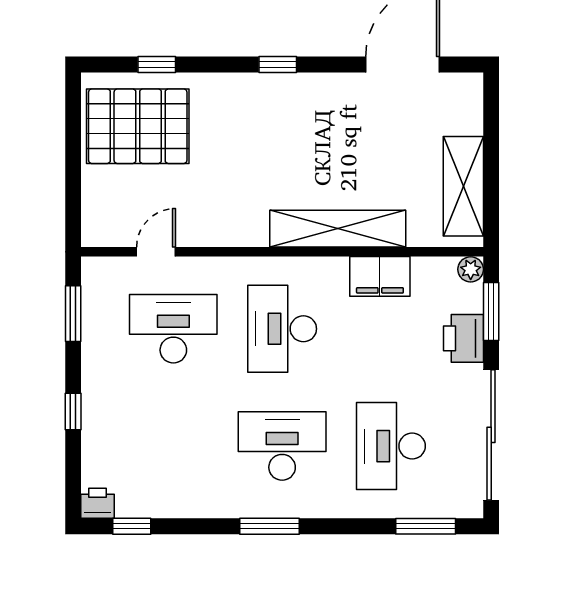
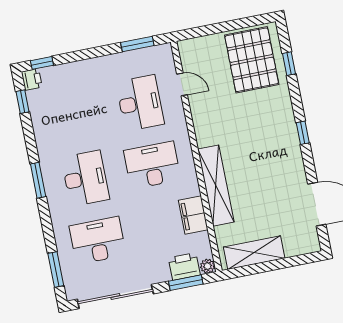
printer: (463, 338) -> (184, 266), moved
window: (73, 412) -> (42, 63), moved

